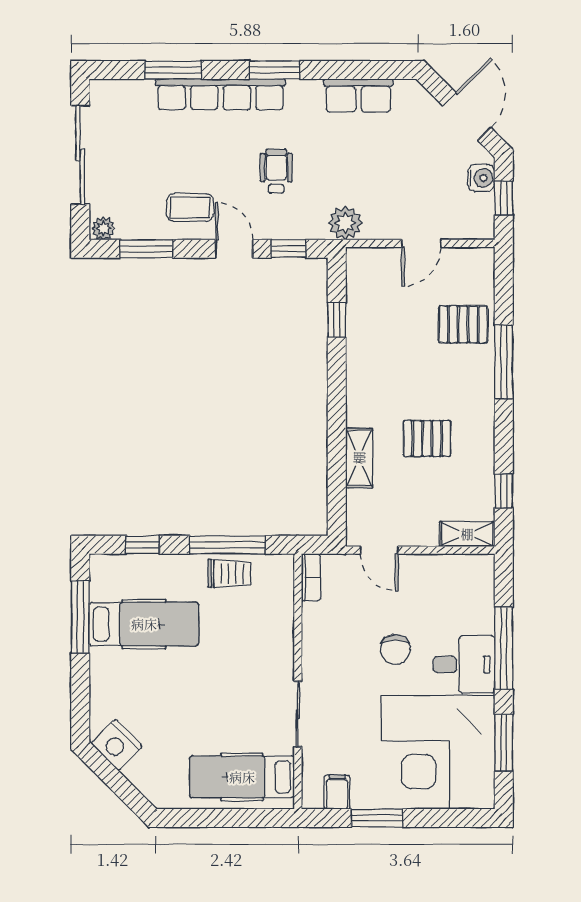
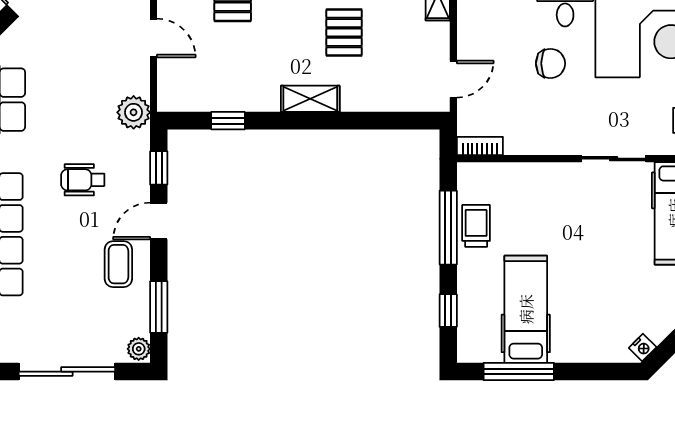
shelving: (359, 458) -> (310, 99), moved
nightstand: (117, 745) -> (643, 348), width x0.53, depth x0.56

